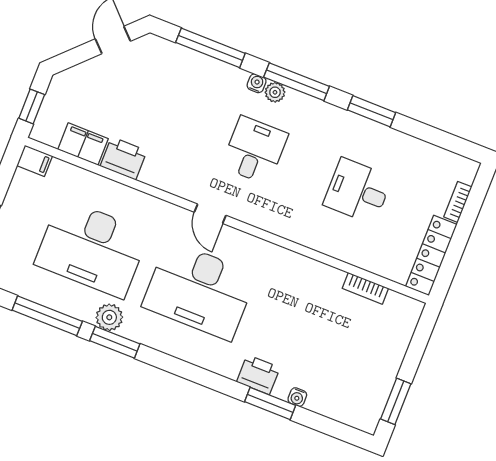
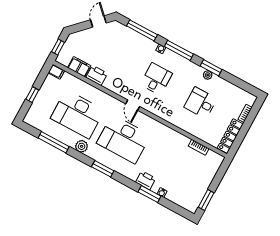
plant: (275, 92) -> (208, 75), moved
window: (115, 342) -> (103, 169), moved

